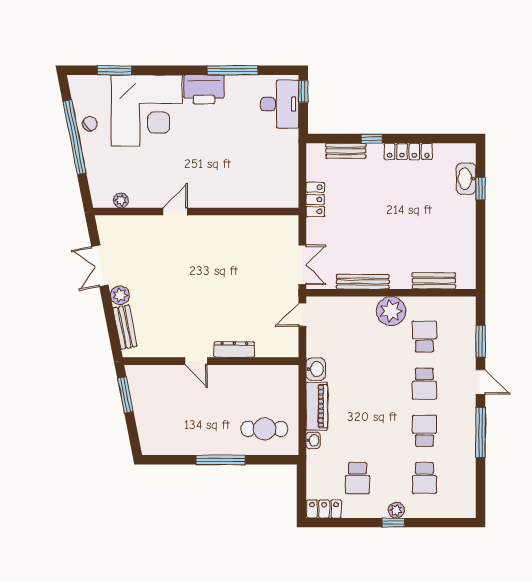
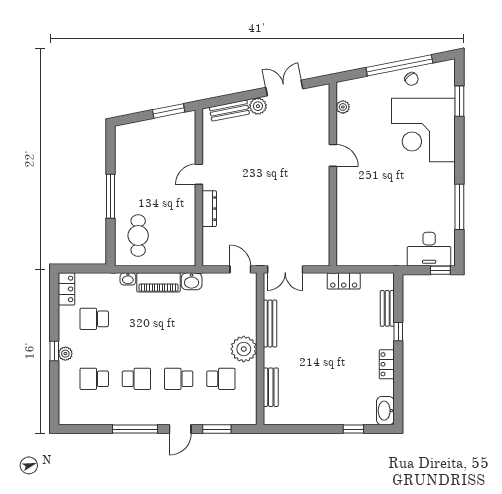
printer: (204, 89) -> (442, 181), removed
locker: (408, 151) -> (387, 364), width x0.66
washbasin: (466, 179) -> (385, 411), moved, turned -90

